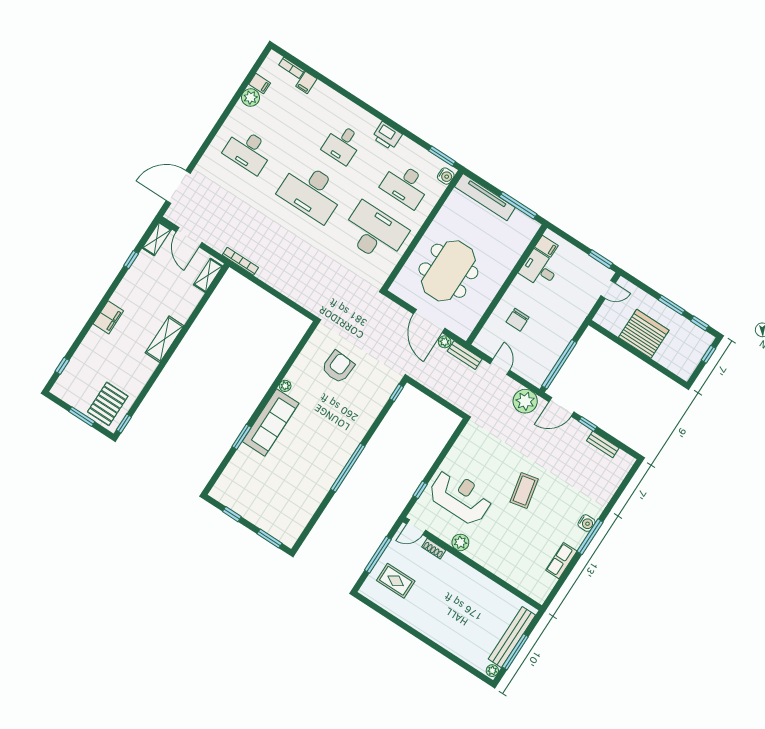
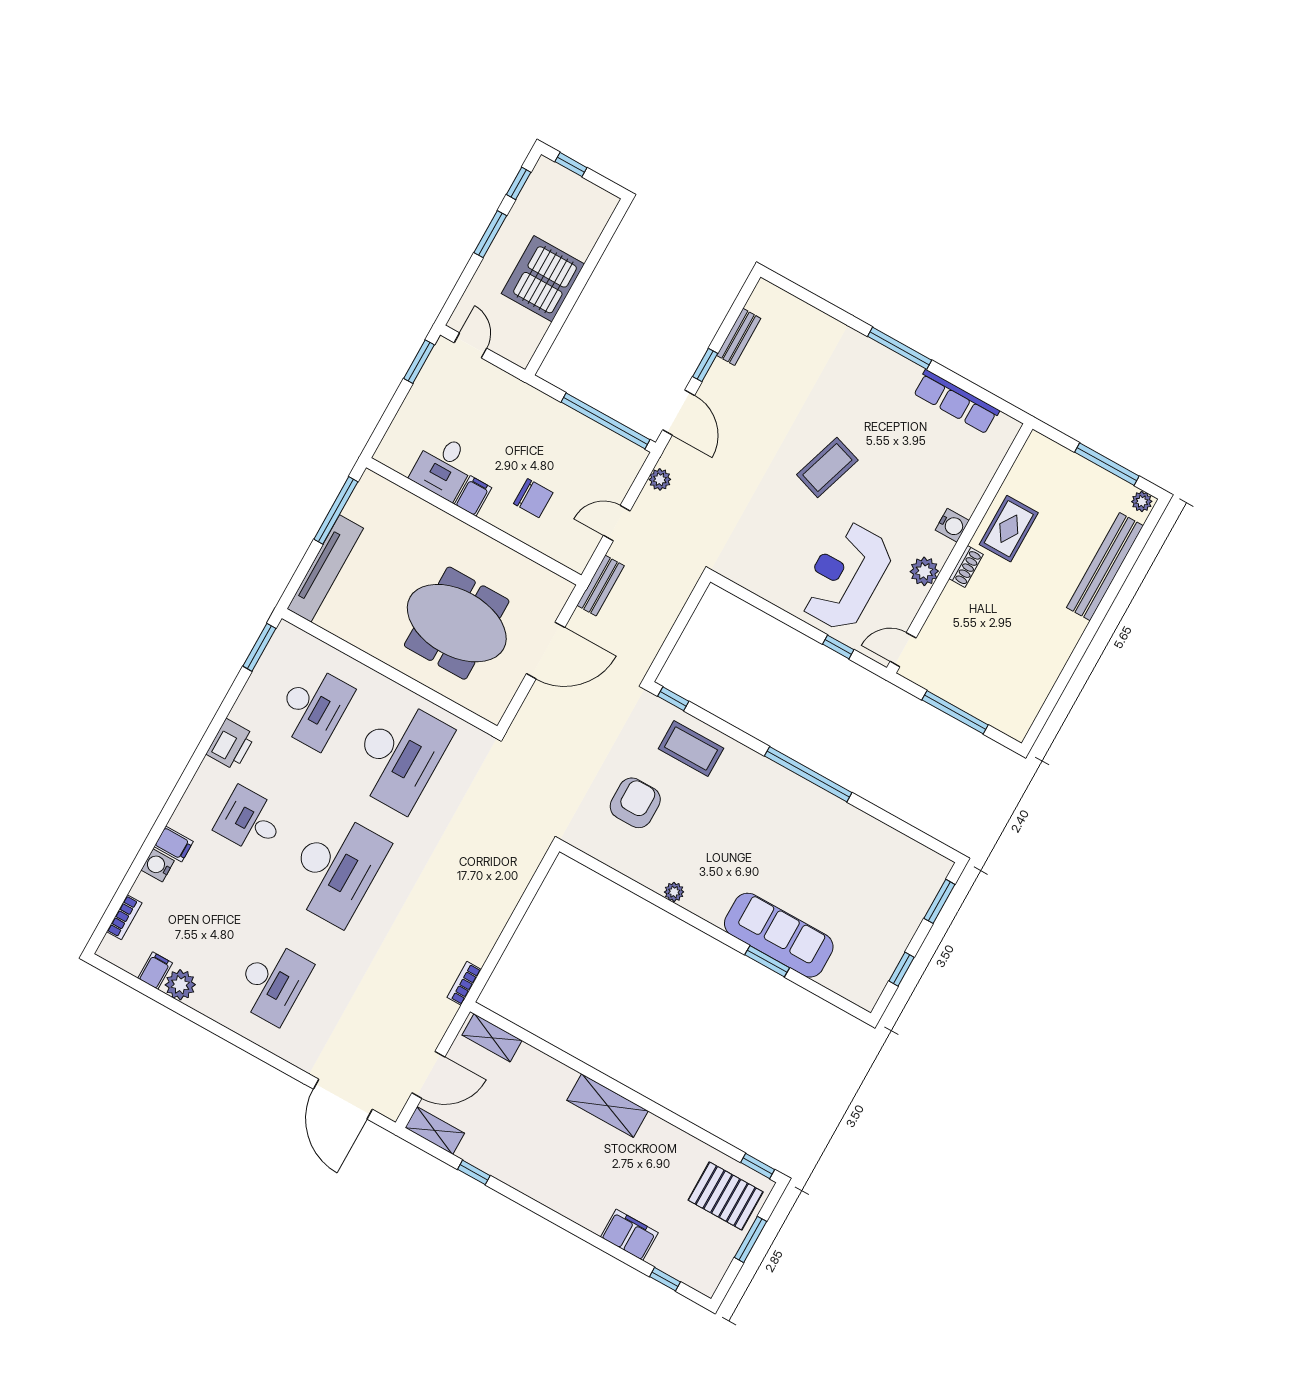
filing cabinet: (306, 82) -> (174, 844), moved
desk: (342, 144) -> (250, 821), turned 180
water cooler: (446, 176) -> (158, 865), moved, turned -90
desk: (374, 233) -> (399, 755), turned 180
filing cabinet: (546, 246) -> (473, 496), moved
bookcase: (240, 261) -> (464, 983), width x0.64
filing cabinet: (108, 317) -> (629, 1235), moved
plant: (445, 342) -> (580, 622), removed
armchair: (338, 367) -> (635, 803), turned 86
coffee table: (367, 401) -> (691, 749), added
plant: (525, 401) -> (660, 479), width x0.53, depth x0.53
sofa: (271, 422) -> (779, 935), moved
coffee table: (524, 490) -> (827, 467), turned -60
water cooler: (587, 523) -> (952, 525), moved, turned 90
door: (416, 527) -> (903, 650), swing flipped
shoe rack: (434, 549) -> (966, 567), moved
row of seats: (561, 561) -> (956, 402), width x1.48
rug: (396, 581) -> (1009, 529), moved
bench: (512, 637) -> (1105, 567), moved, turned 90

